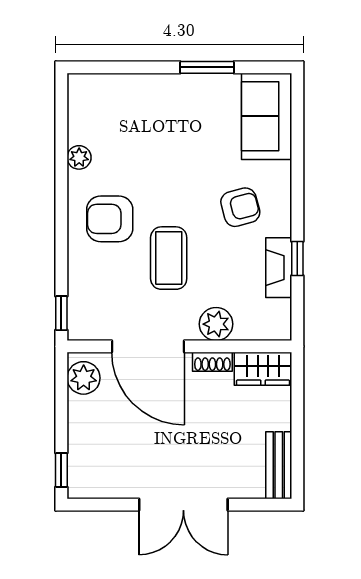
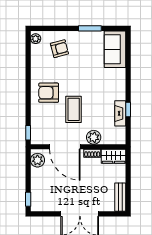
plant: (79, 157) -> (36, 39), moved
armchair: (240, 207) -> (59, 49), moved

